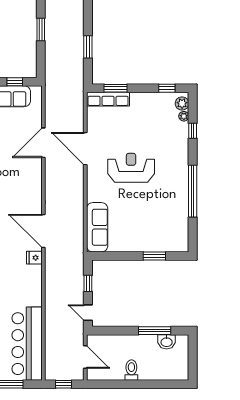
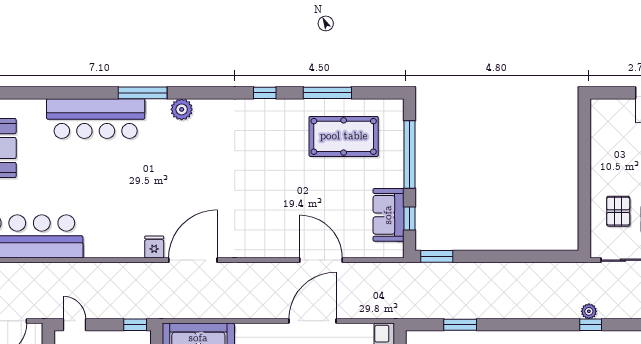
window: (41, 29) -> (437, 256), moved
window: (88, 283) -> (135, 325), moved
door: (88, 313) -> (74, 325), hinge flipped

